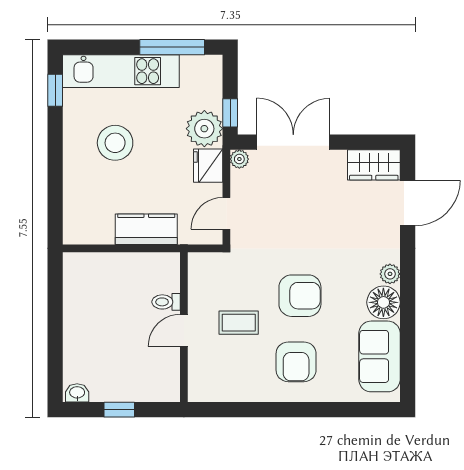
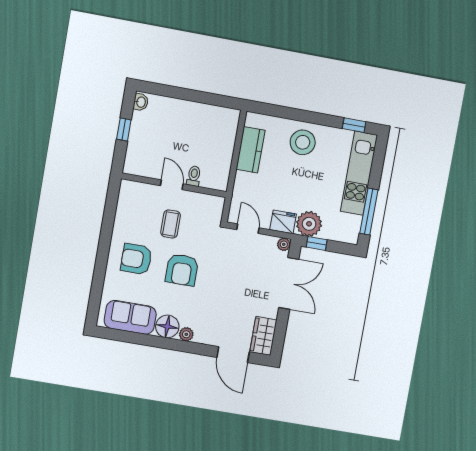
stool: (115, 143) -> (303, 142), moved
kitchen counter: (146, 229) -> (251, 150), moved

